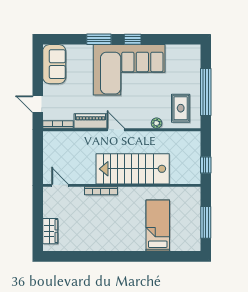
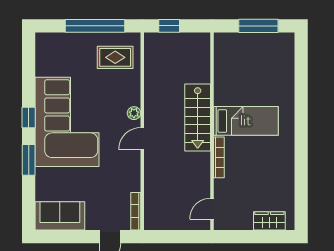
piano: (91, 121) -> (131, 170), removed
plant: (157, 123) -> (134, 113), moved
window: (206, 165) -> (169, 26), moved
stairs: (133, 169) -> (198, 118), width x0.73, depth x0.66
bed: (158, 225) -> (246, 121), moved, turned 180

